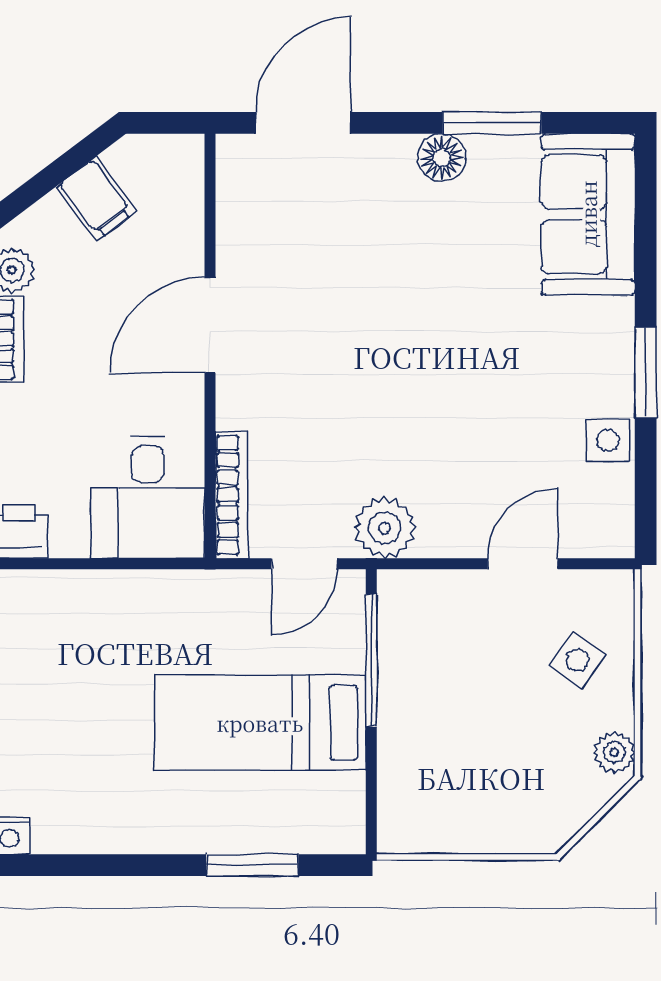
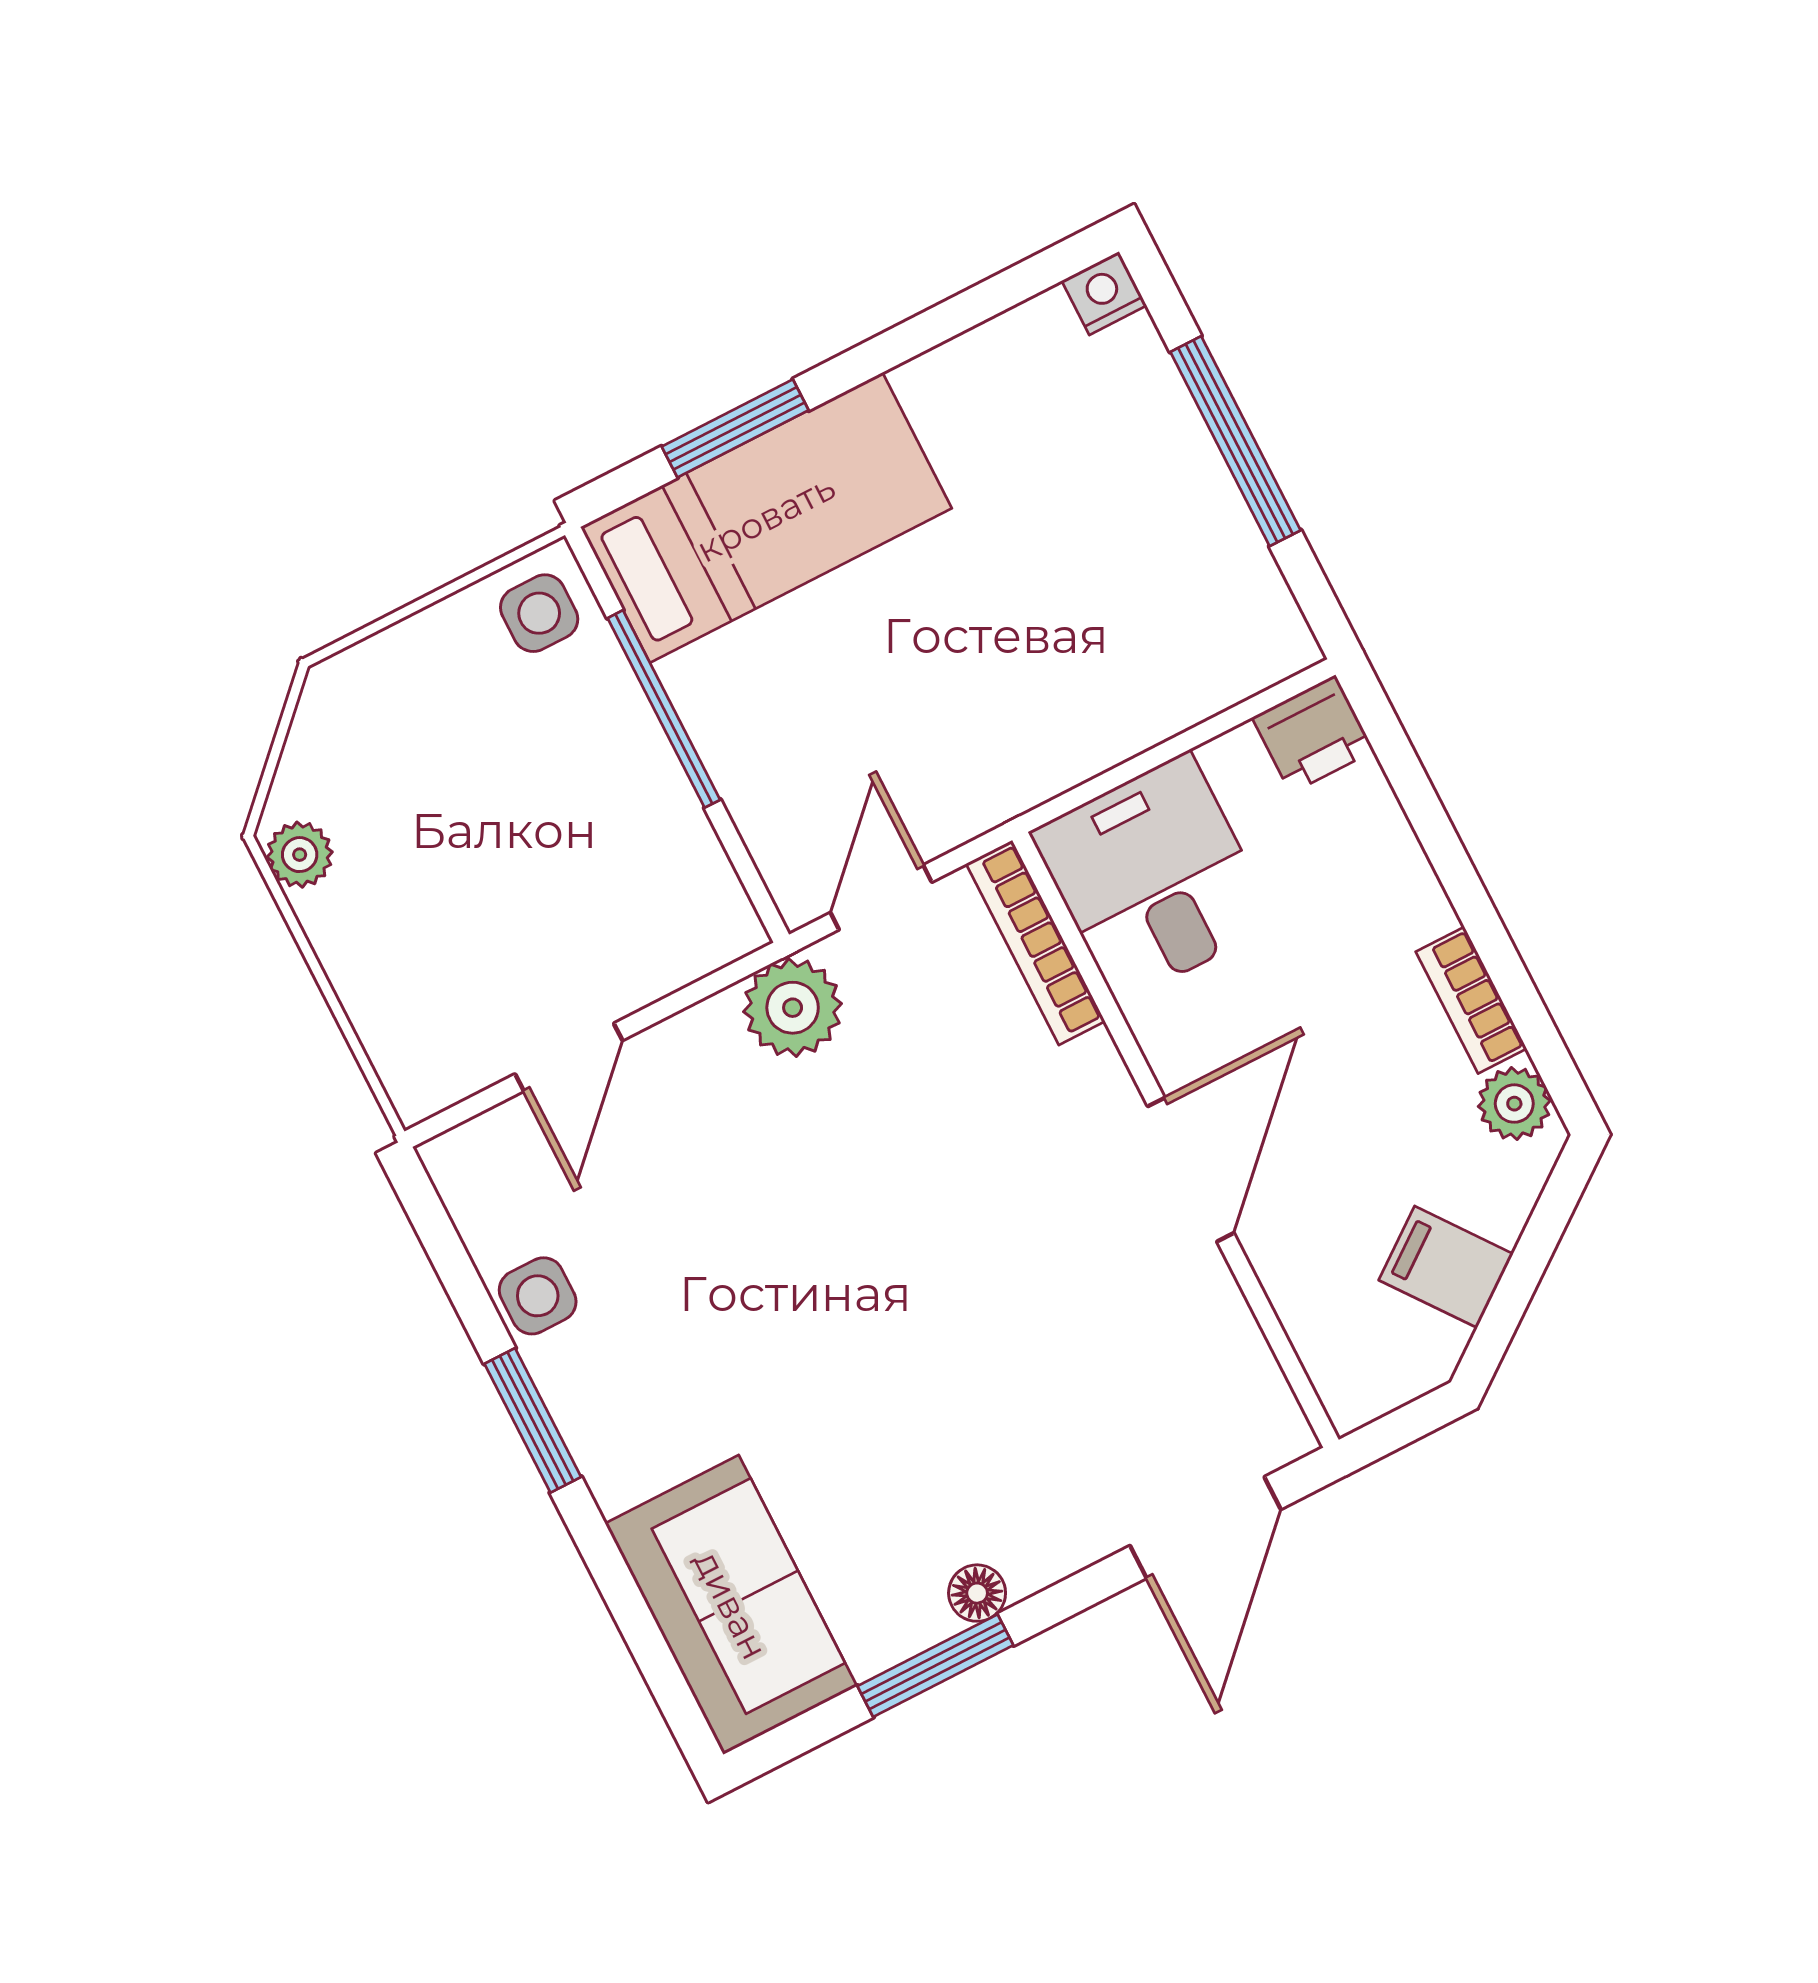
floor lamp: (442, 158) -> (977, 1593), width x0.73, depth x0.73
window: (371, 660) -> (664, 709), moved
side table: (577, 660) -> (539, 613), moved, turned -36
bed: (260, 723) -> (766, 518), moved

